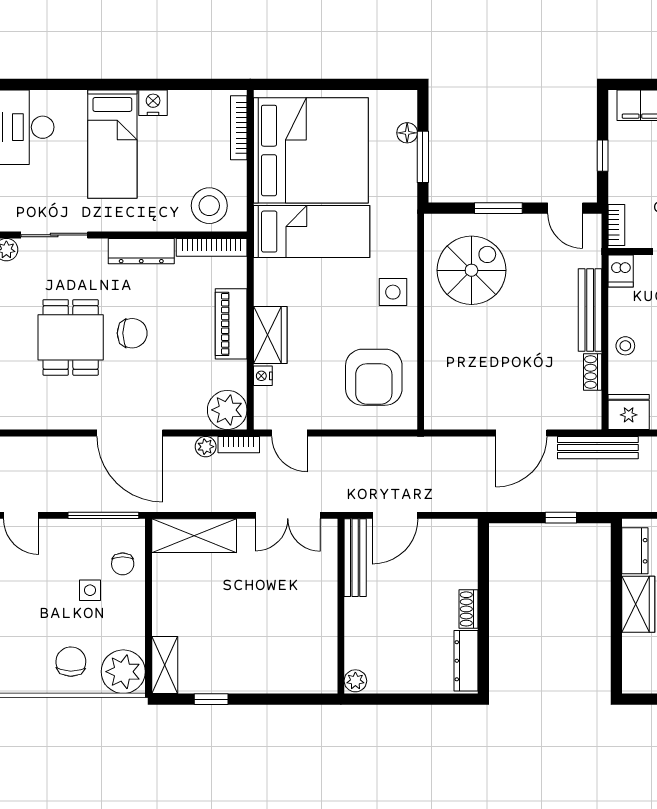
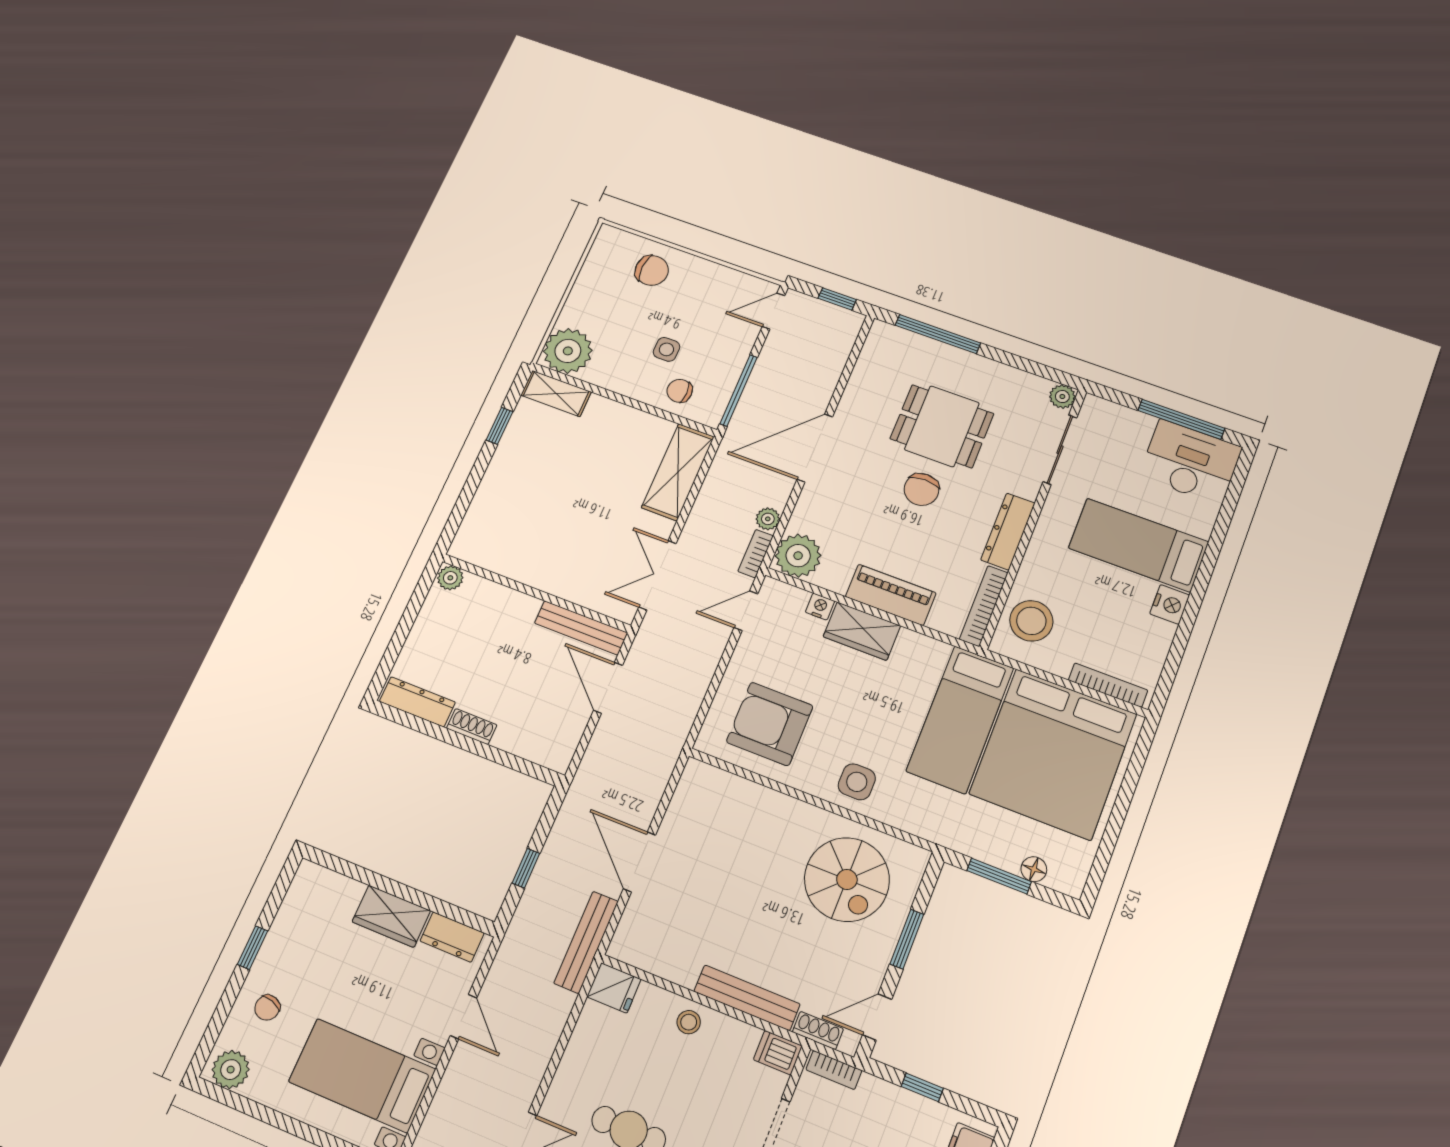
shoe rack: (593, 372) -> (818, 1030), moved
fridge: (629, 412) -> (614, 988), width x0.72
chair: (71, 662) -> (652, 270), moved

